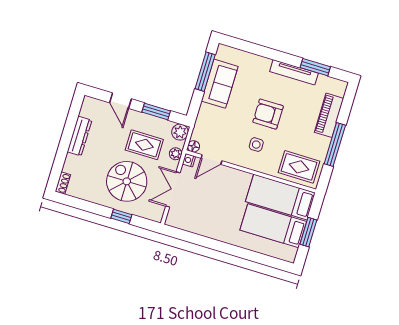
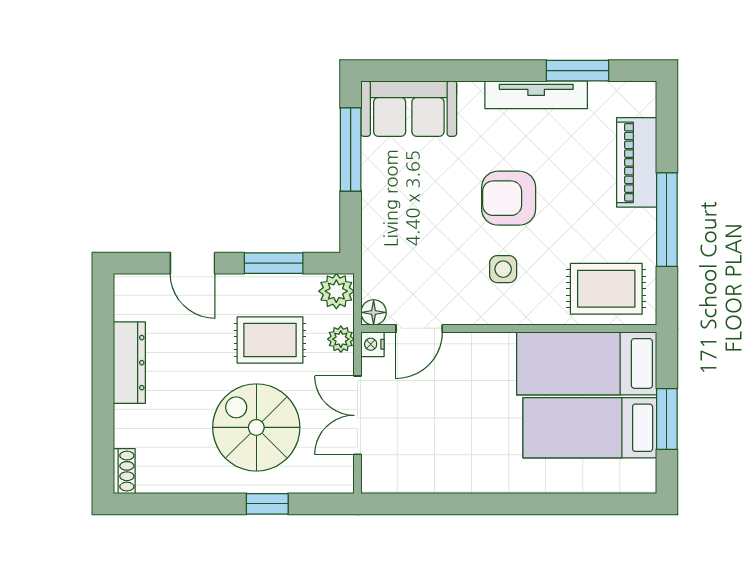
sofa: (220, 84) -> (409, 109), moved, turned 90

